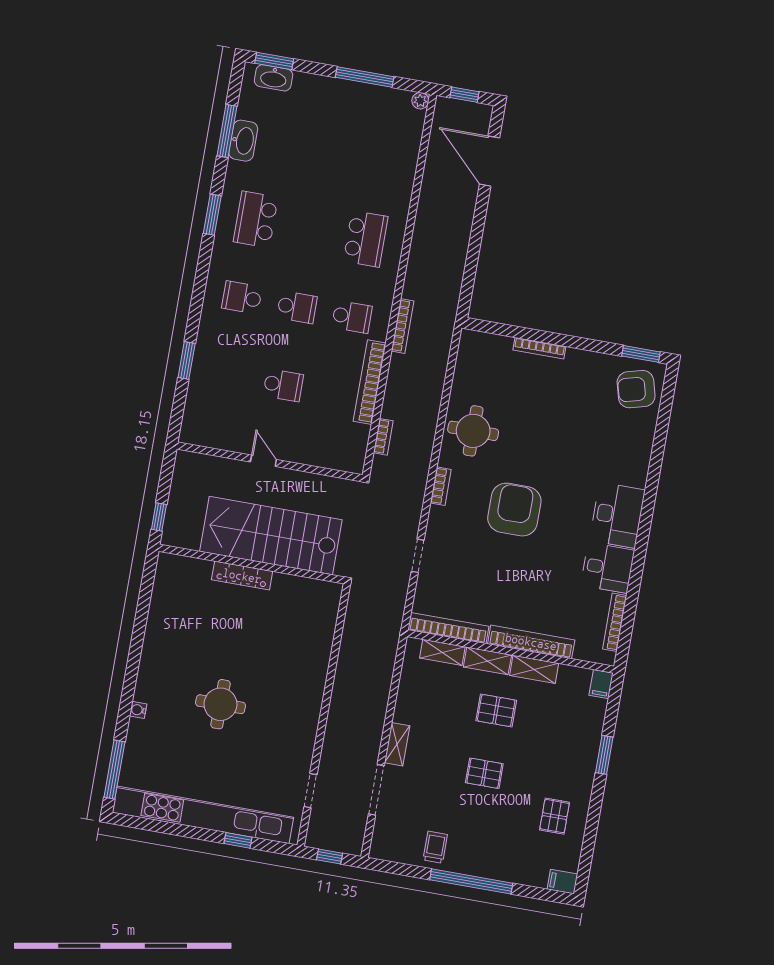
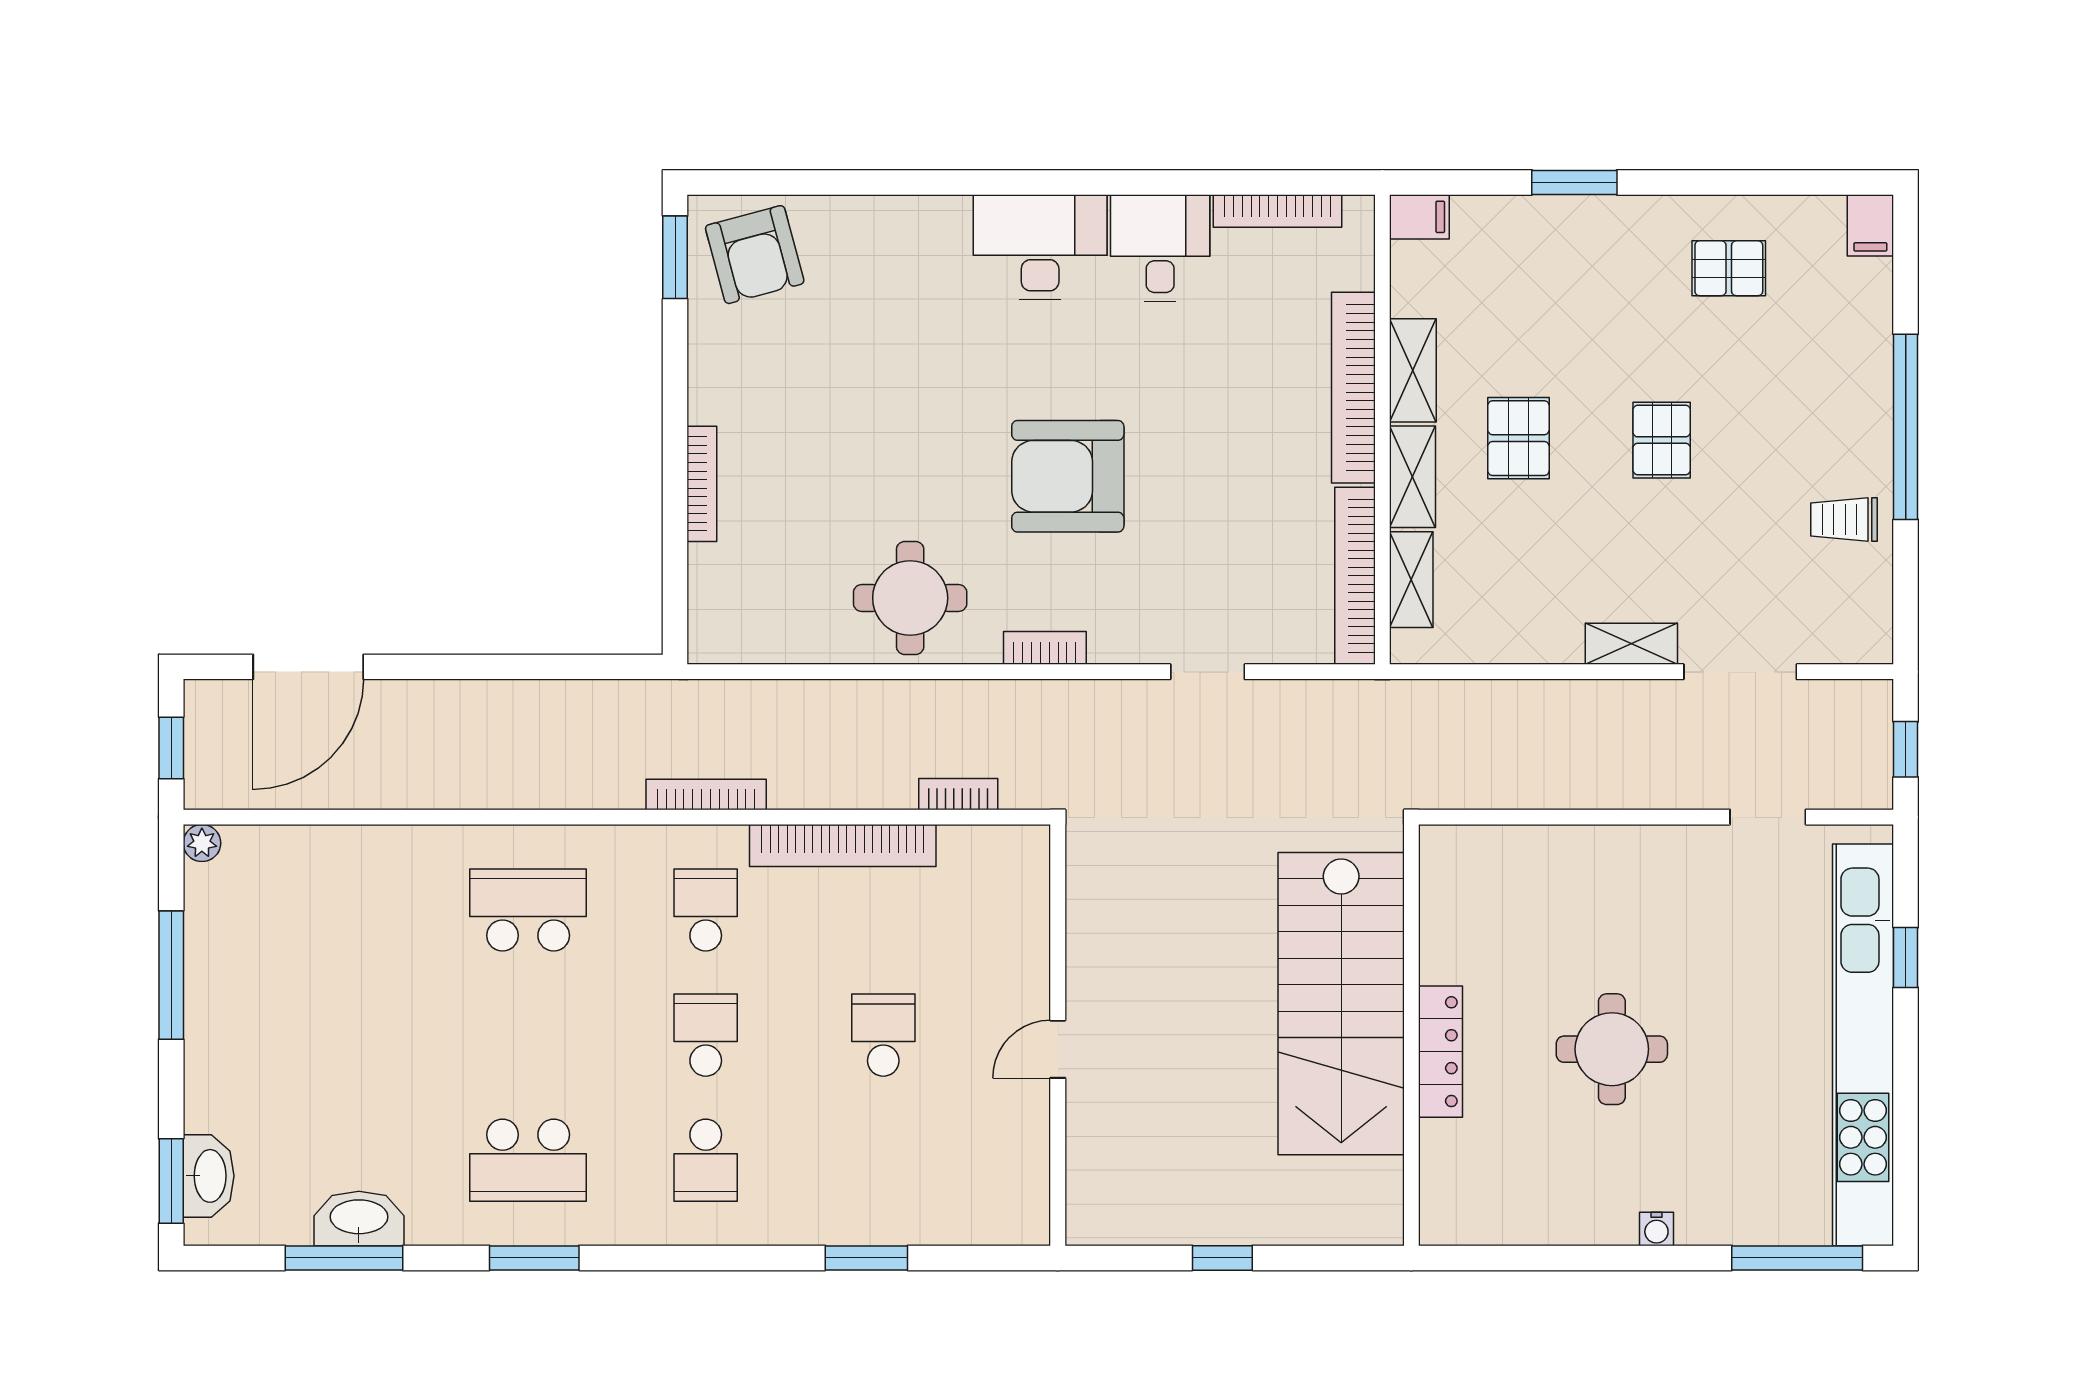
stairs: (271, 536) -> (1341, 1004), moved
wall: (252, 564) -> (1411, 1035), moved
locker: (242, 576) -> (1440, 1052), moved

